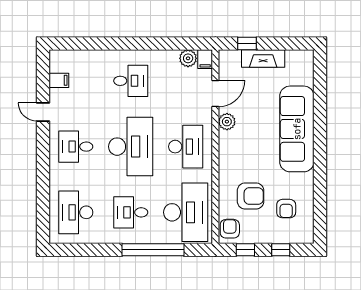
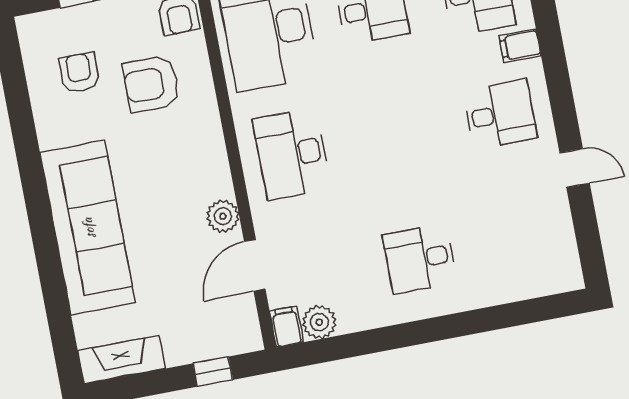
fireplace: (263, 58) -> (122, 360), moved
filing cabinet: (59, 80) -> (520, 46), moved
desk: (131, 147) -> (396, 134), removed

